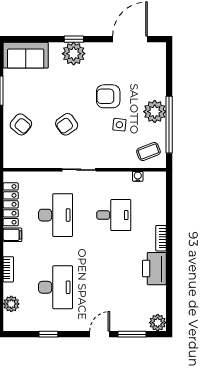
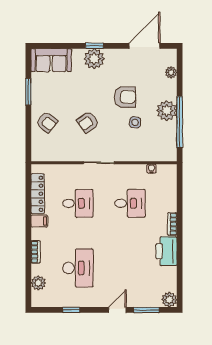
plant: (160, 69) -> (171, 72), added
armchair: (108, 96) -> (125, 97), turned 180
coffee table: (148, 152) -> (161, 146), removed
desk: (56, 215) -> (78, 203), width x0.73

